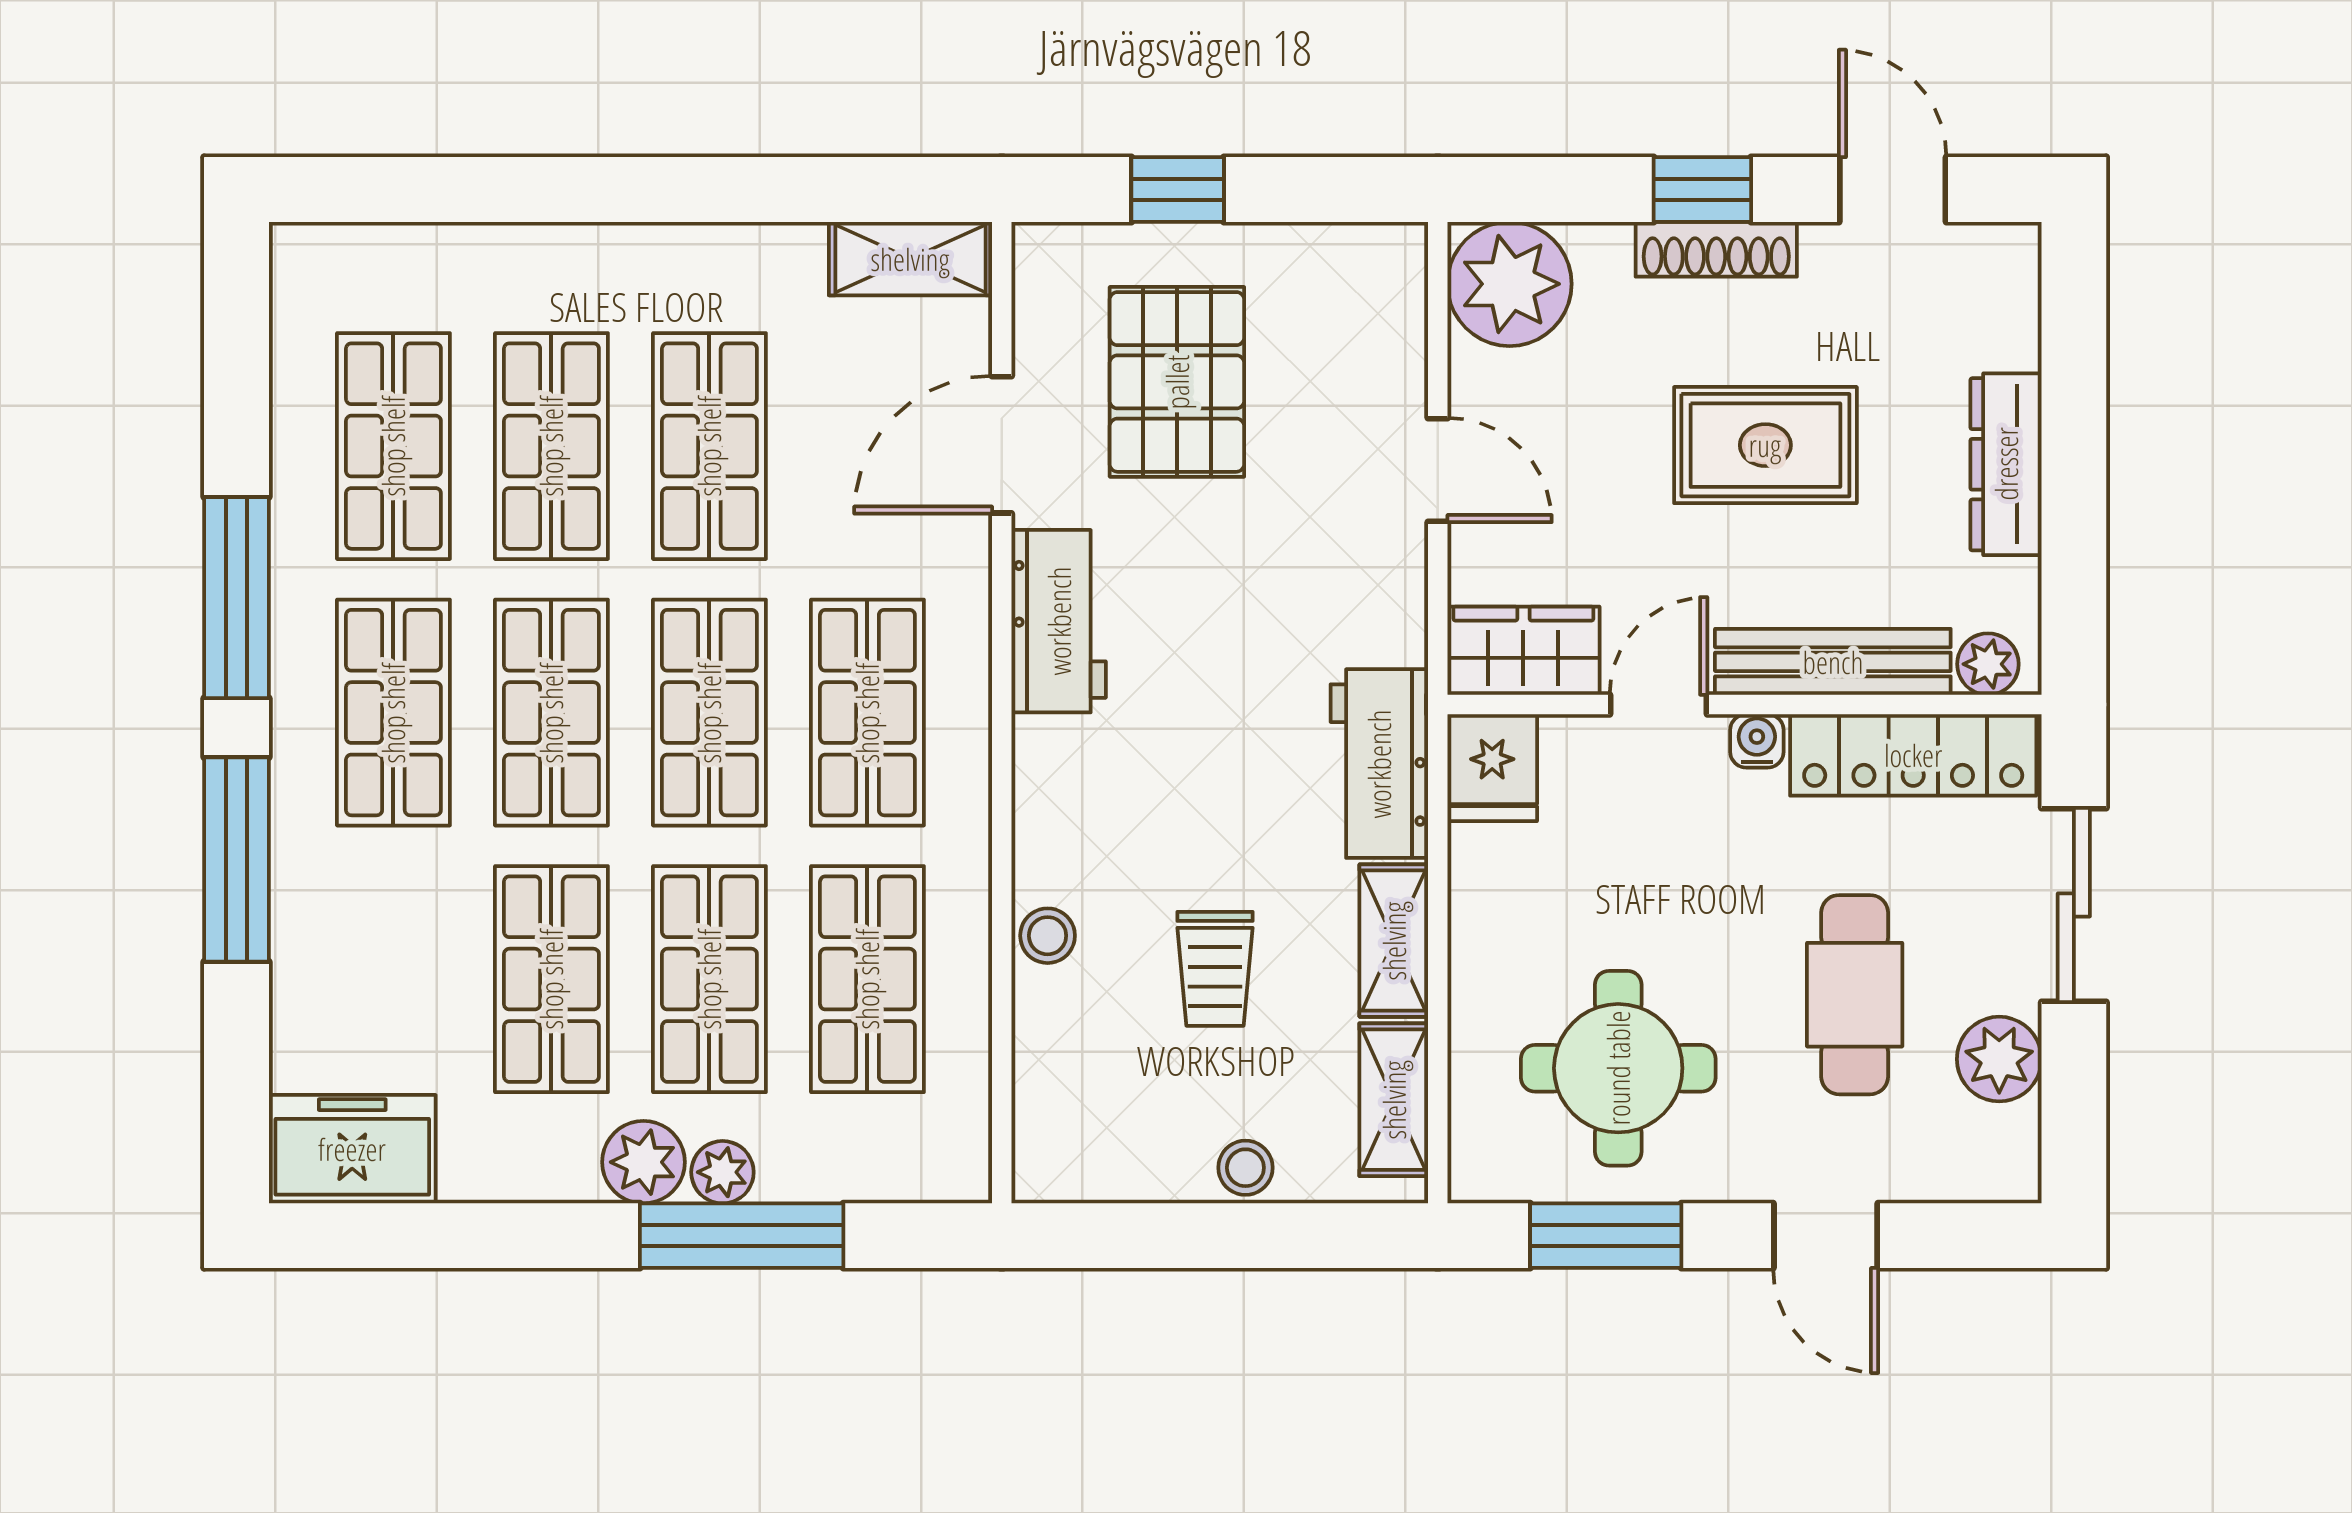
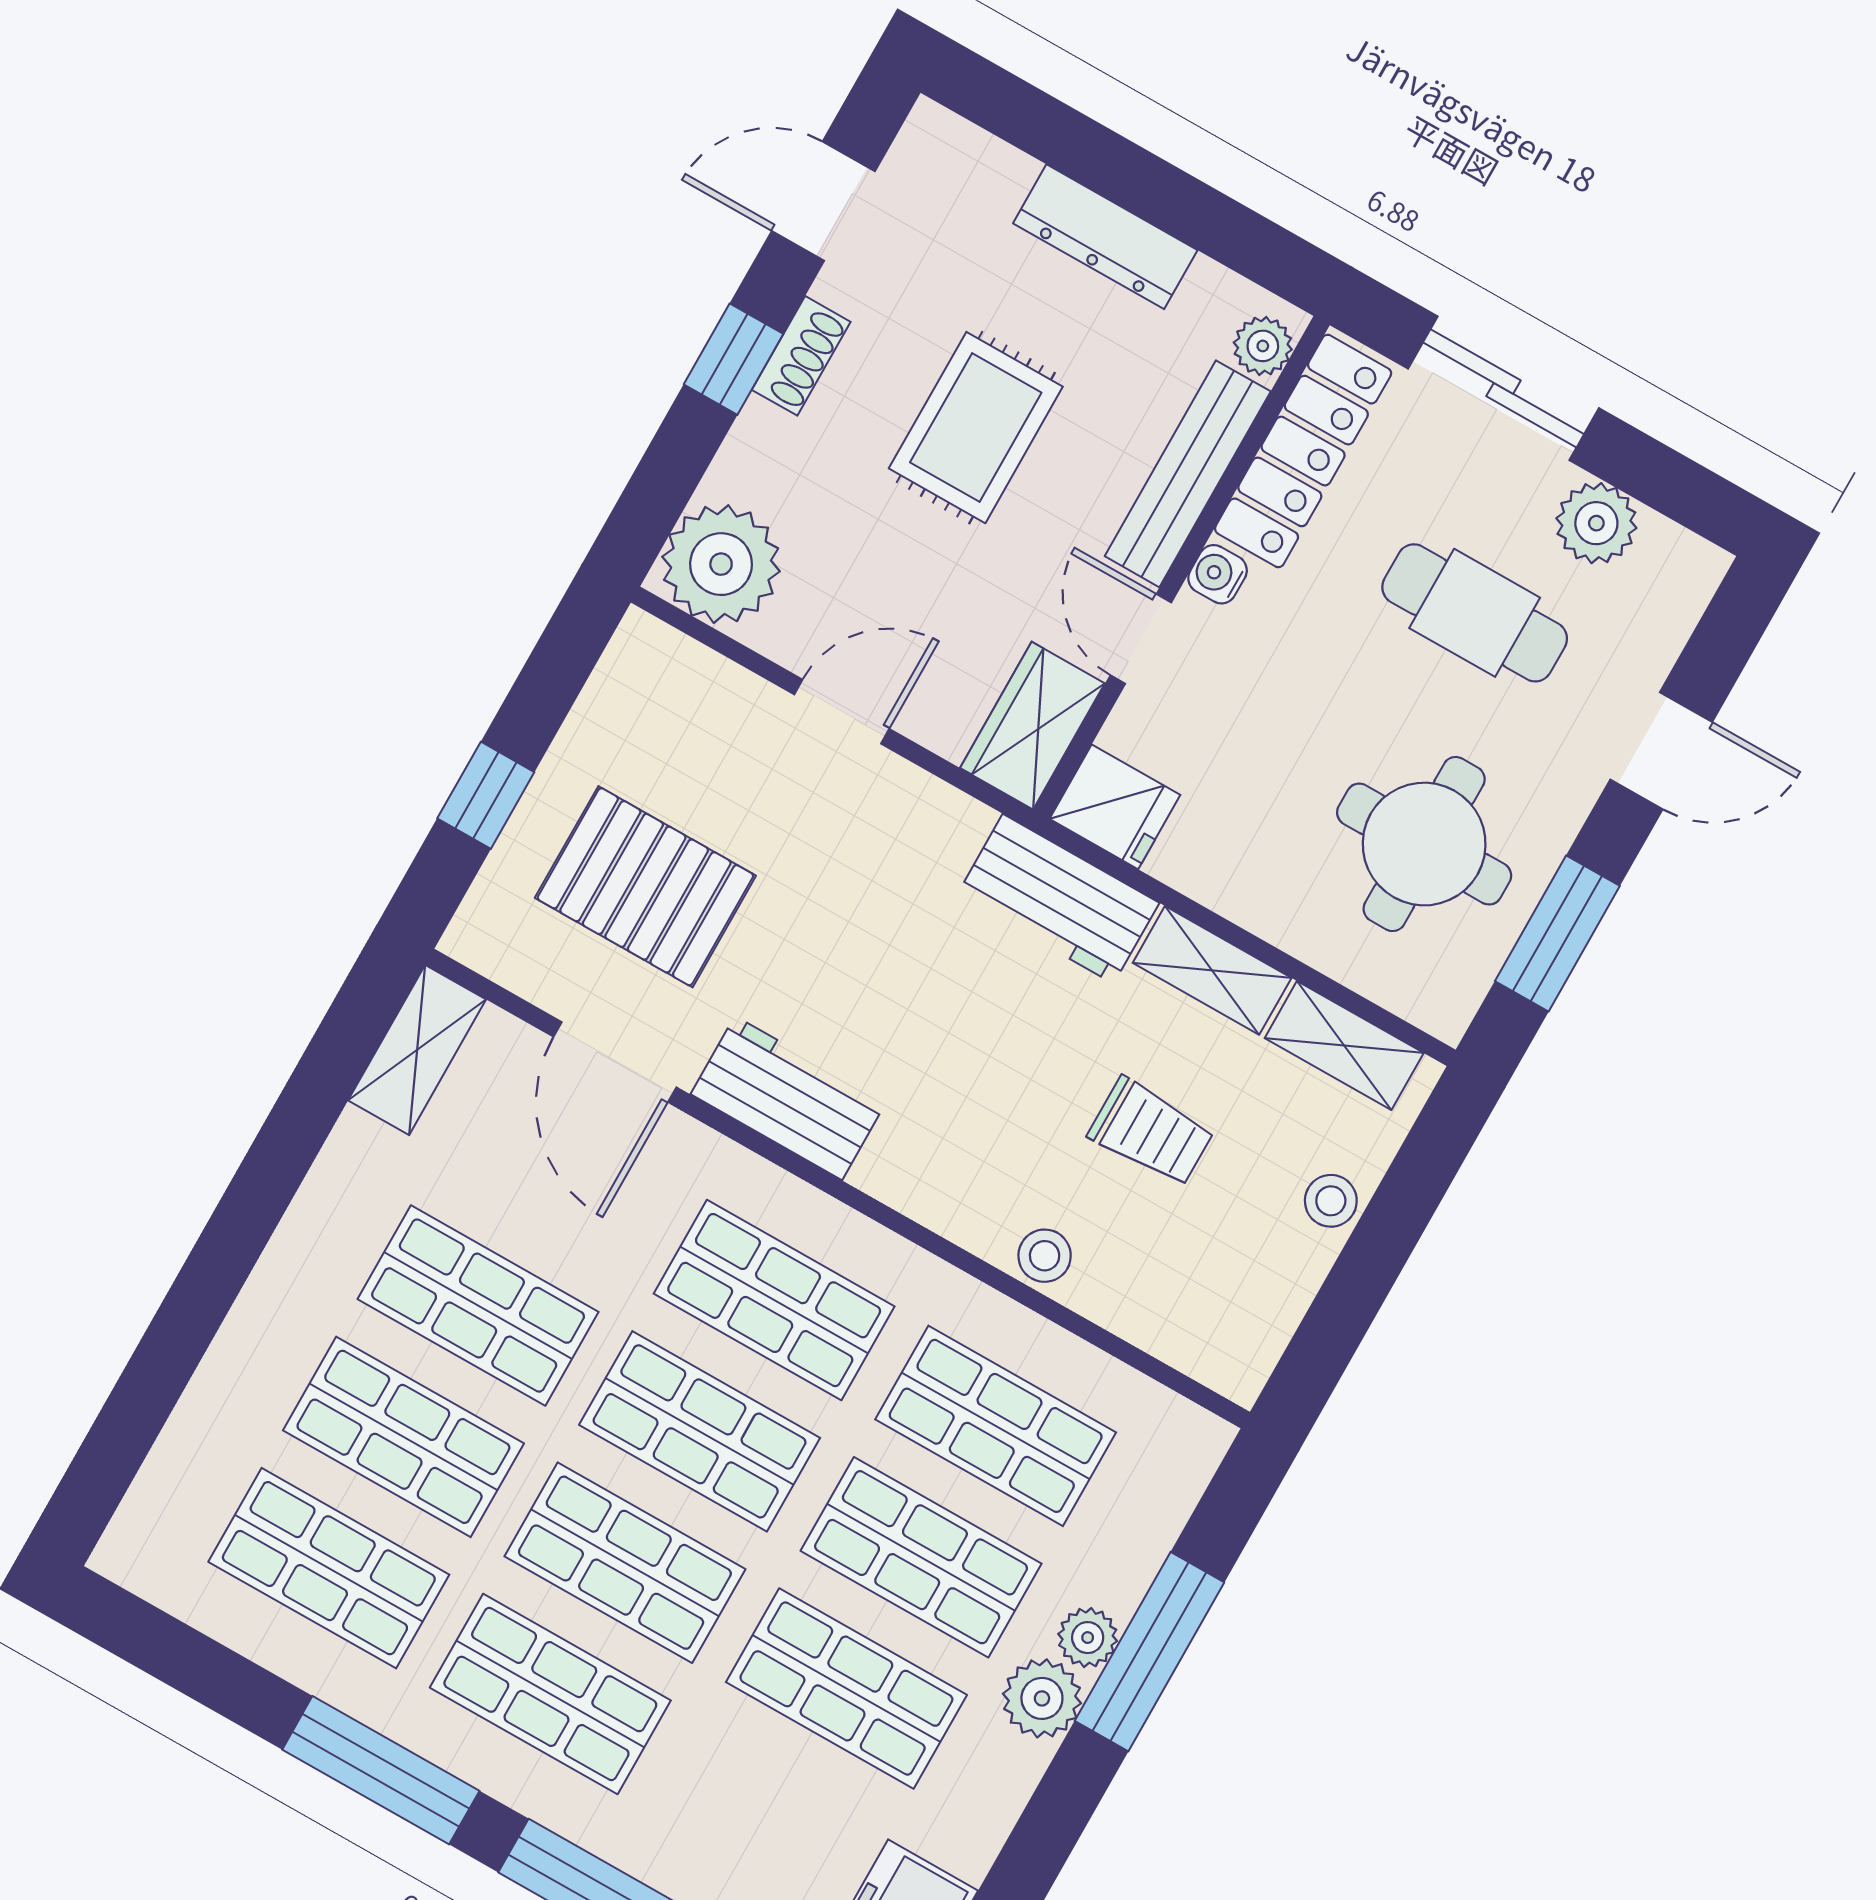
shoe rack: (1716, 249) -> (801, 356), width x0.70

